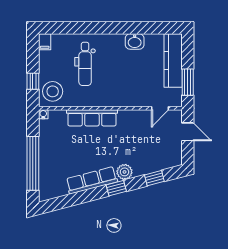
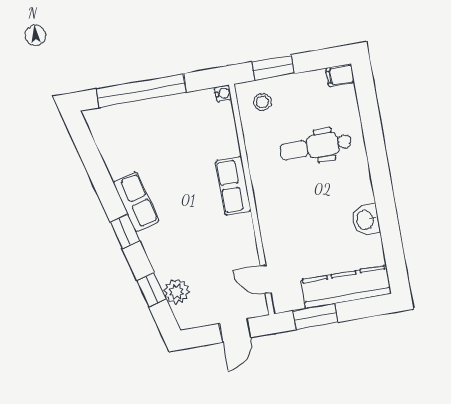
window: (33, 81) -> (273, 68), width x1.50
stool: (53, 91) -> (262, 102), width x0.53, depth x0.53
row of seats: (92, 118) -> (233, 186), width x0.68
plant: (124, 172) -> (177, 292), moved
row of seats: (92, 180) -> (136, 202), width x0.68

